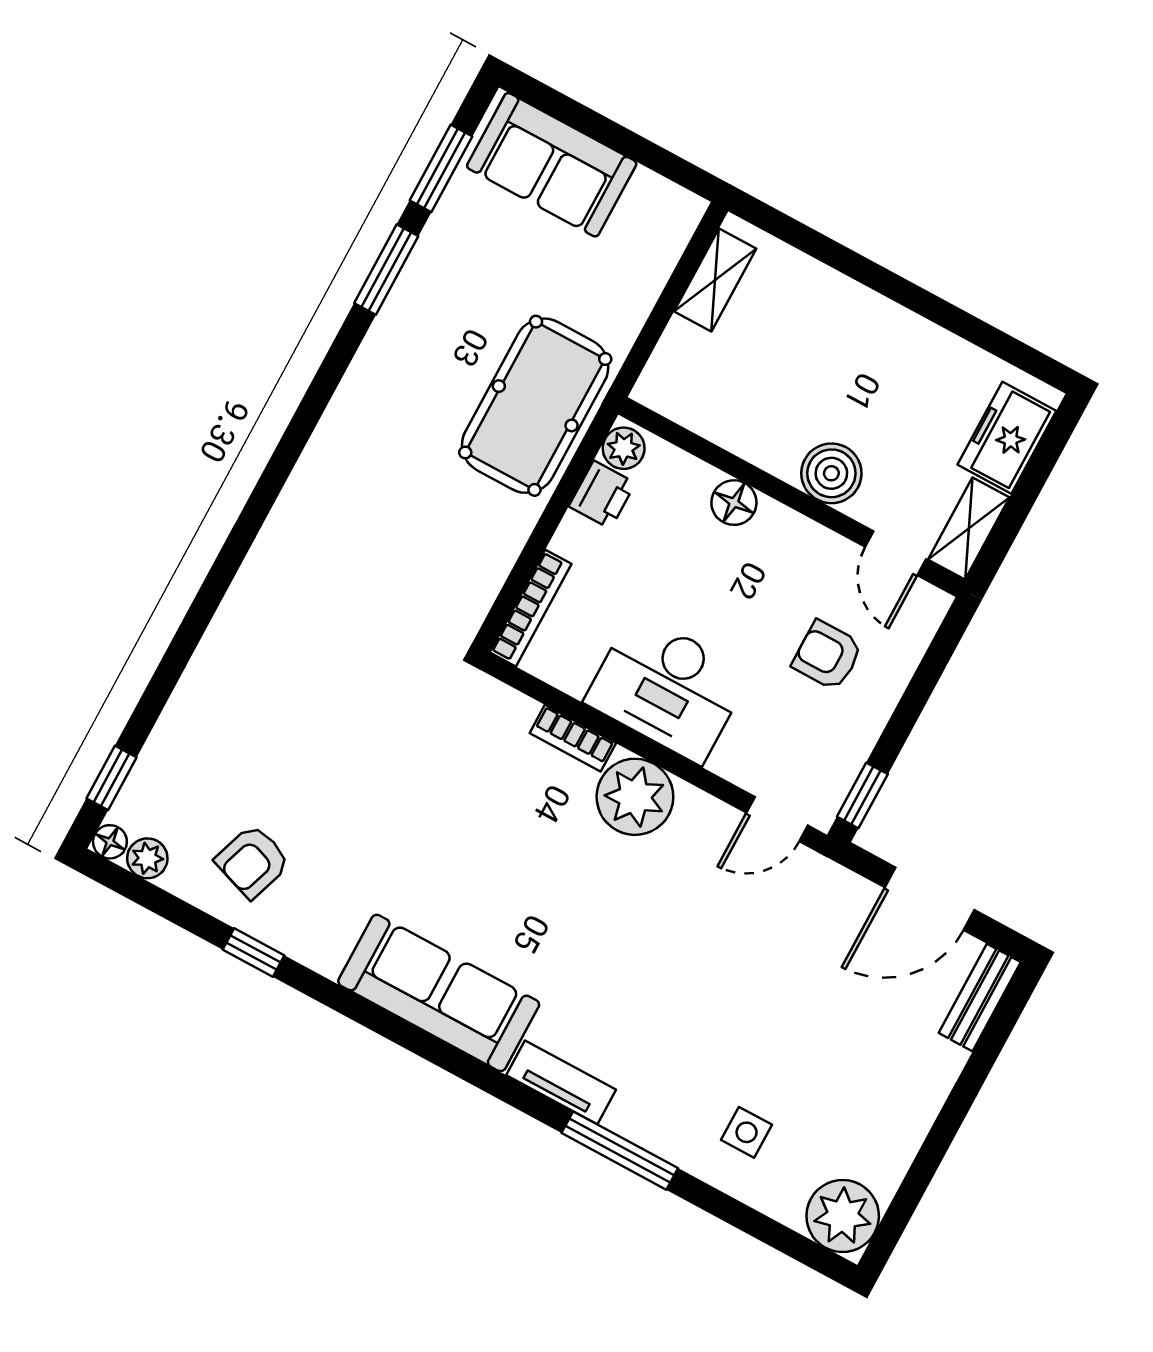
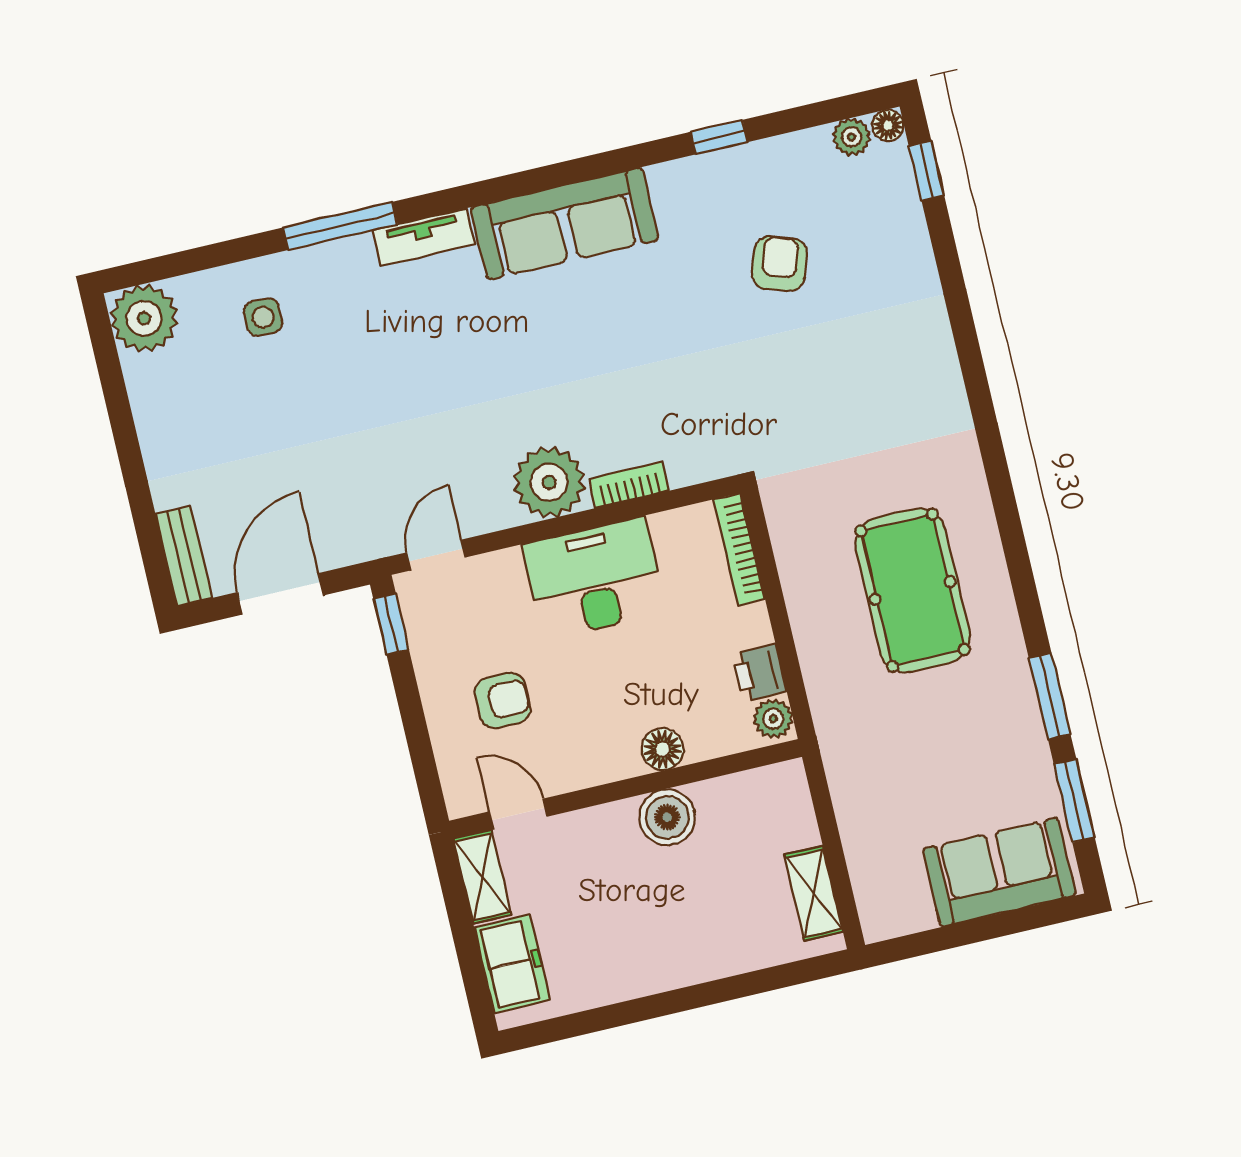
pool table: (535, 406) -> (913, 590), moved
boiler: (831, 473) -> (667, 817), moved
armchair: (253, 861) -> (780, 264), moved

